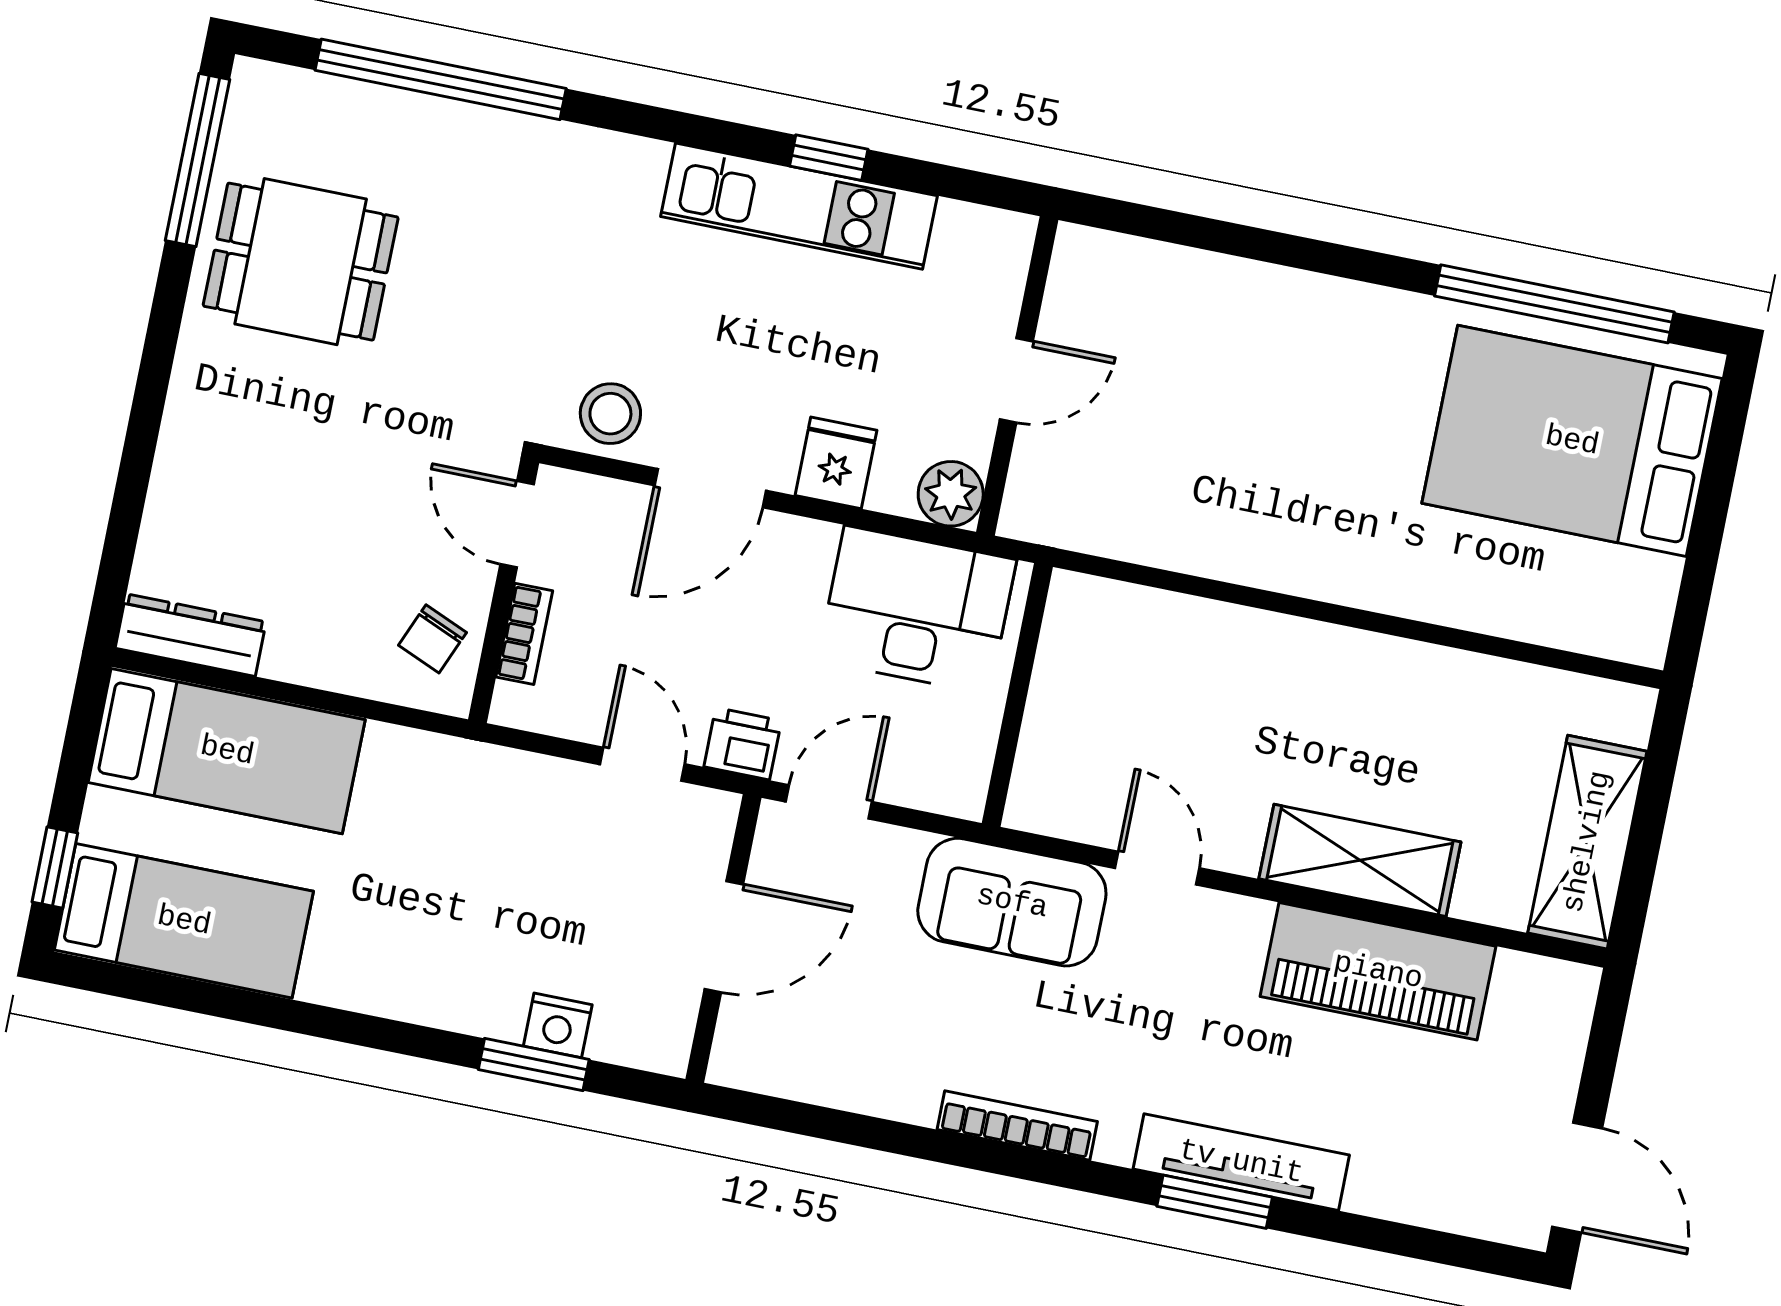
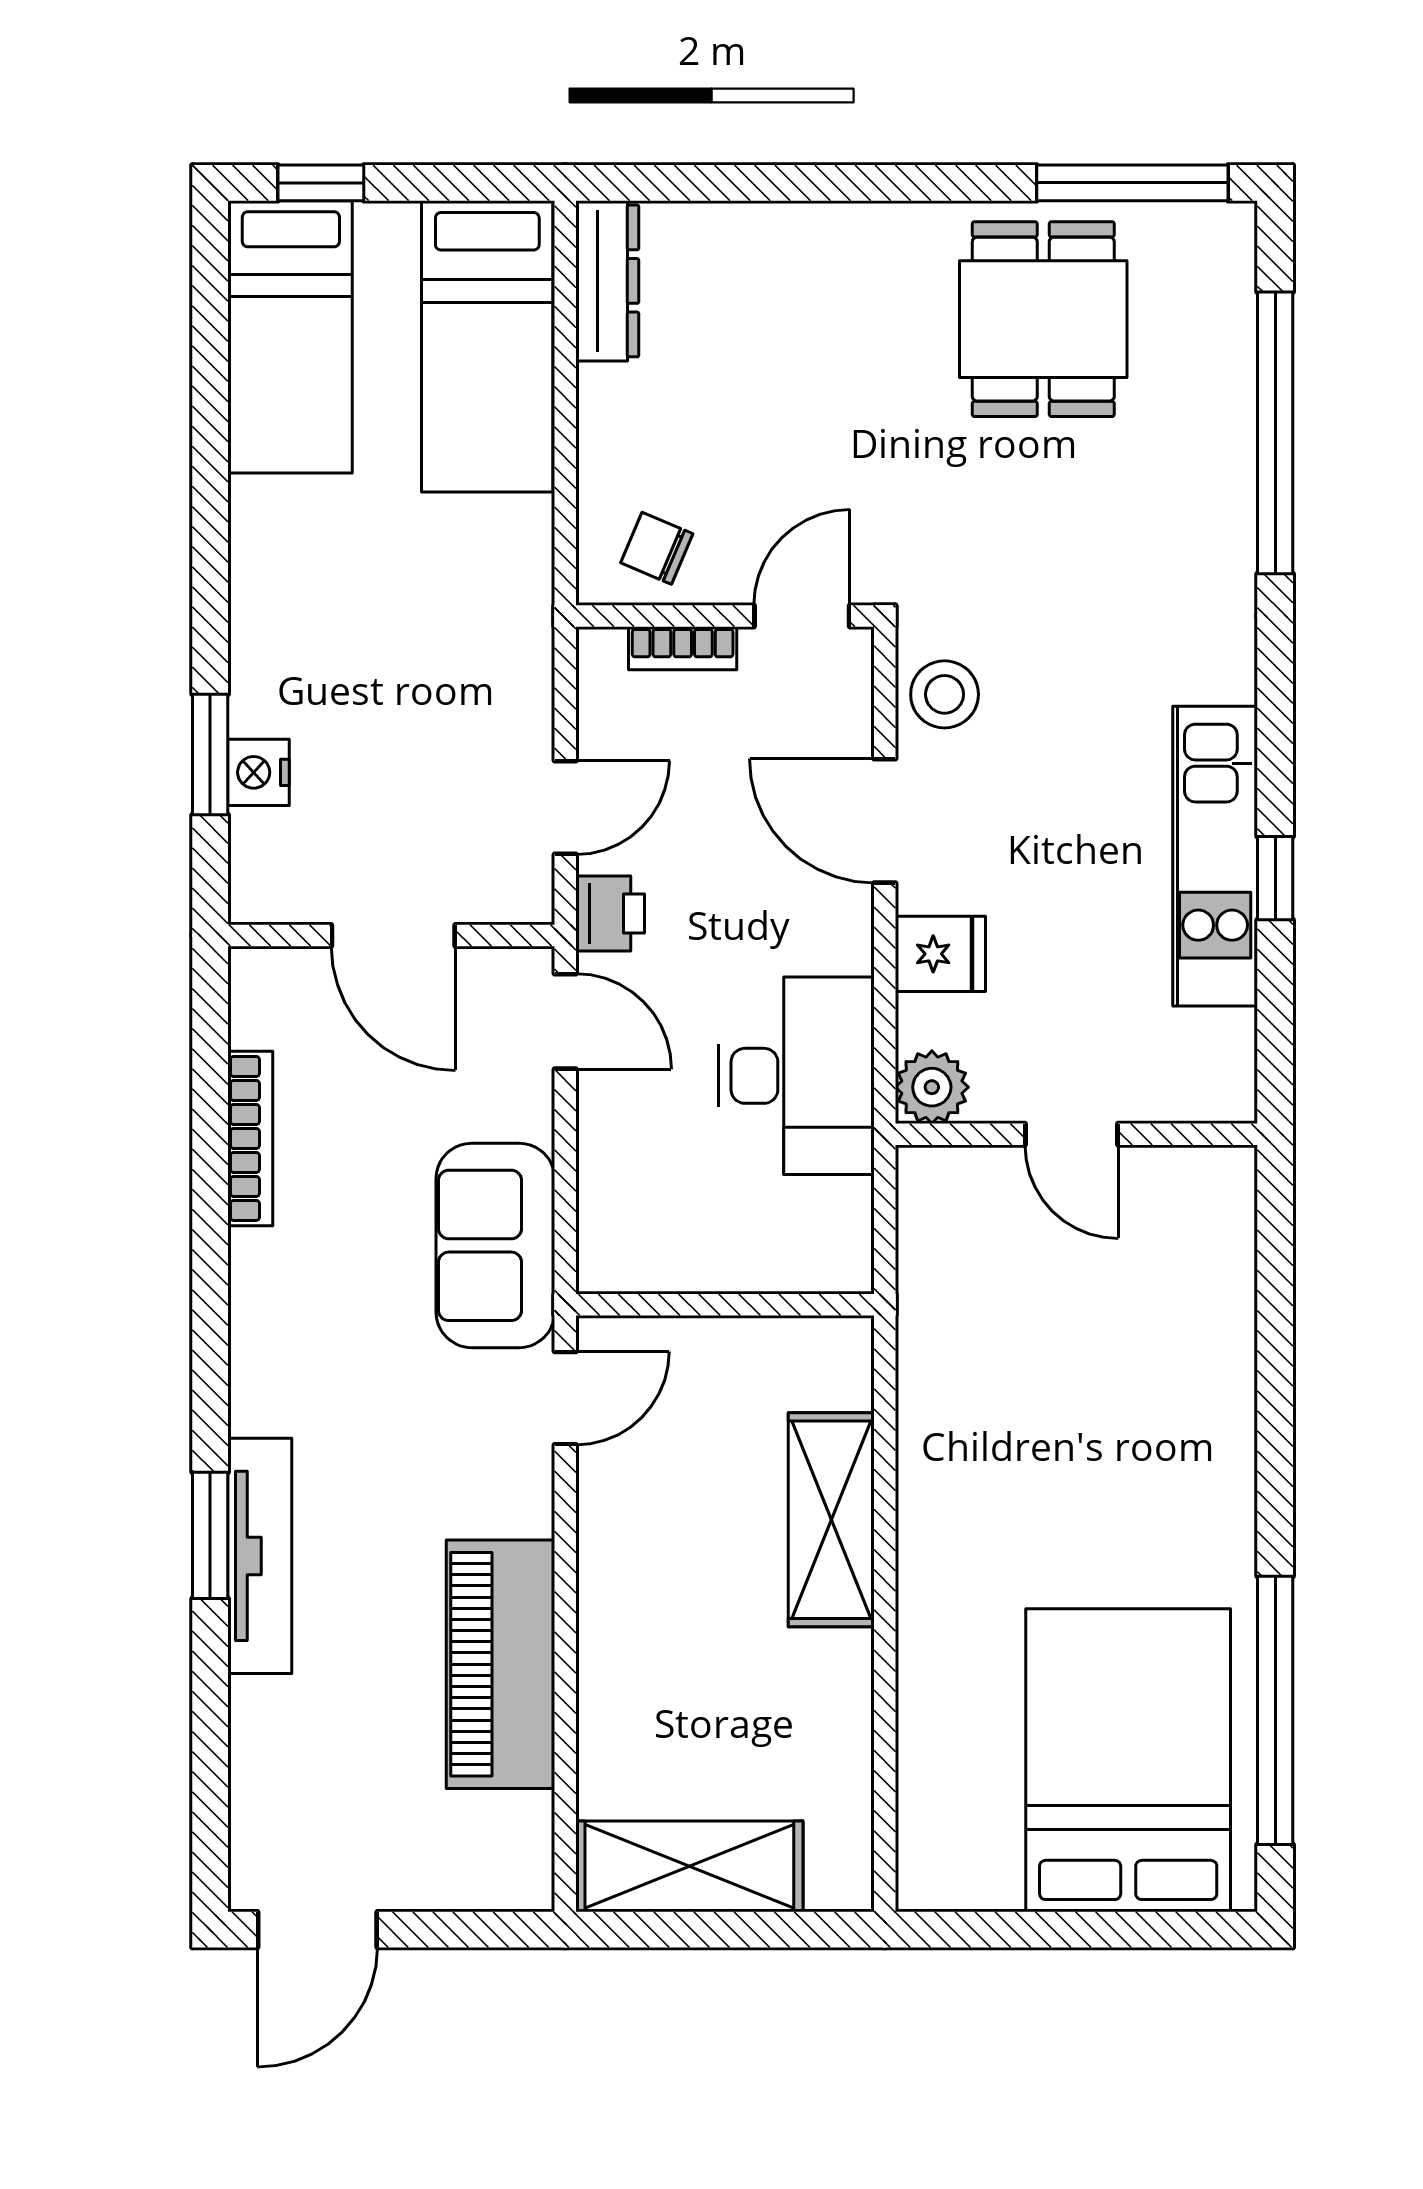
wall: (1017, 695) -> (725, 1305), moved
shelving: (1360, 860) -> (831, 1520), moved
bookcase: (1017, 1126) -> (250, 1138), moved

